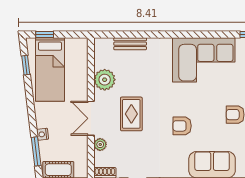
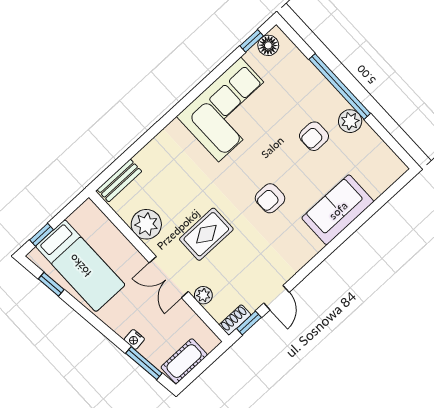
bench: (130, 44) -> (119, 180), moved
rug: (131, 114) -> (206, 234), turned 90

